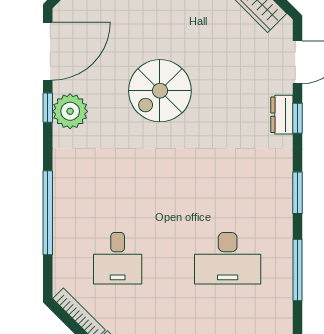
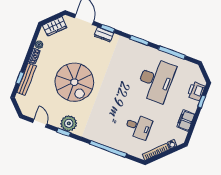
door: (48, 51) -> (40, 123), width x0.53
spiral stairs: (160, 91) -> (74, 82), width x1.37, depth x1.37
desk: (228, 258) -> (156, 80), width x1.36, depth x1.30

